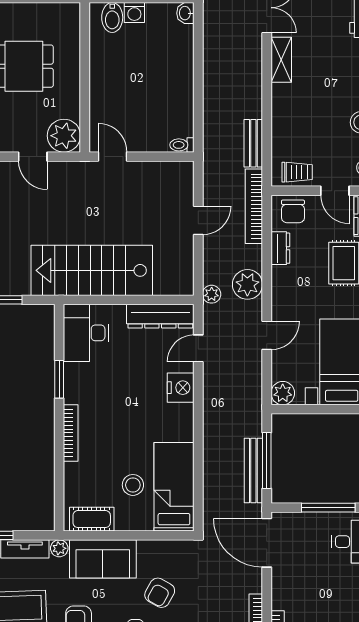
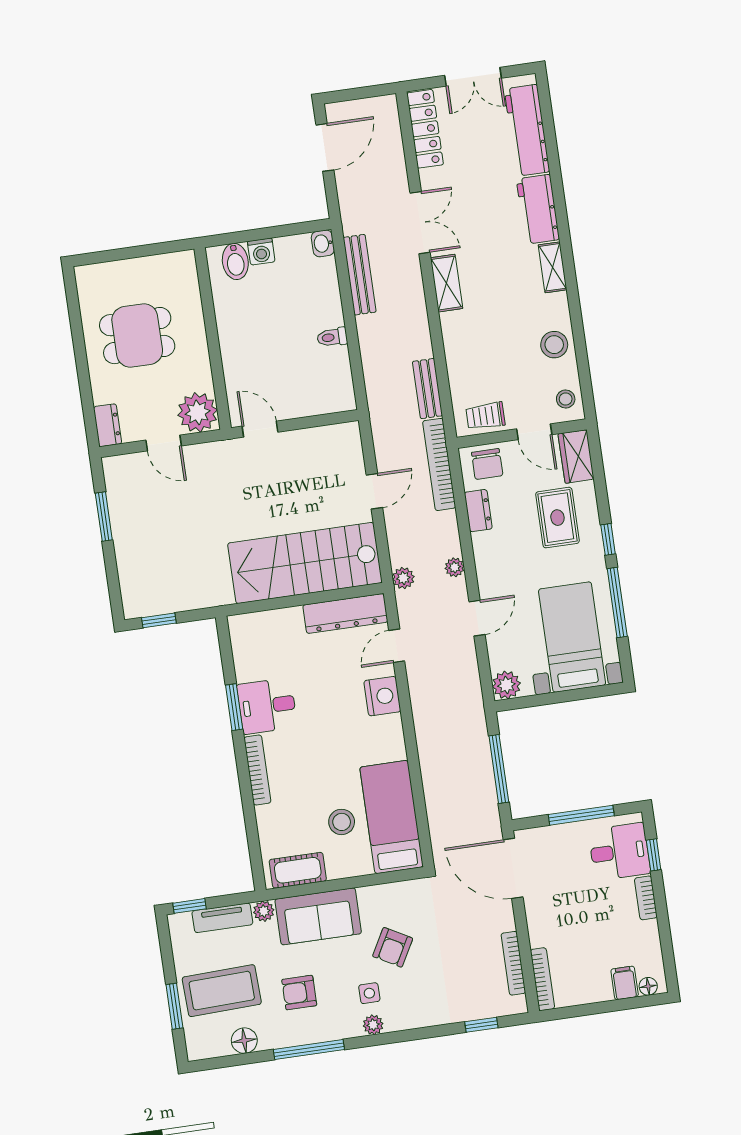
toilet: (182, 145) -> (332, 337), moved
trolley: (297, 172) -> (485, 416), turned 180
stairs: (92, 270) -> (305, 563), moved
plant: (247, 284) -> (455, 567), width x0.53, depth x0.53
desk: (86, 333) -> (267, 706), moved, width x0.73
bench: (253, 470) -> (360, 275), moved

